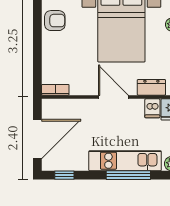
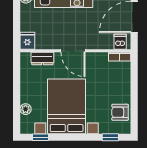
dishwasher: (152, 108) -> (120, 42), moved

